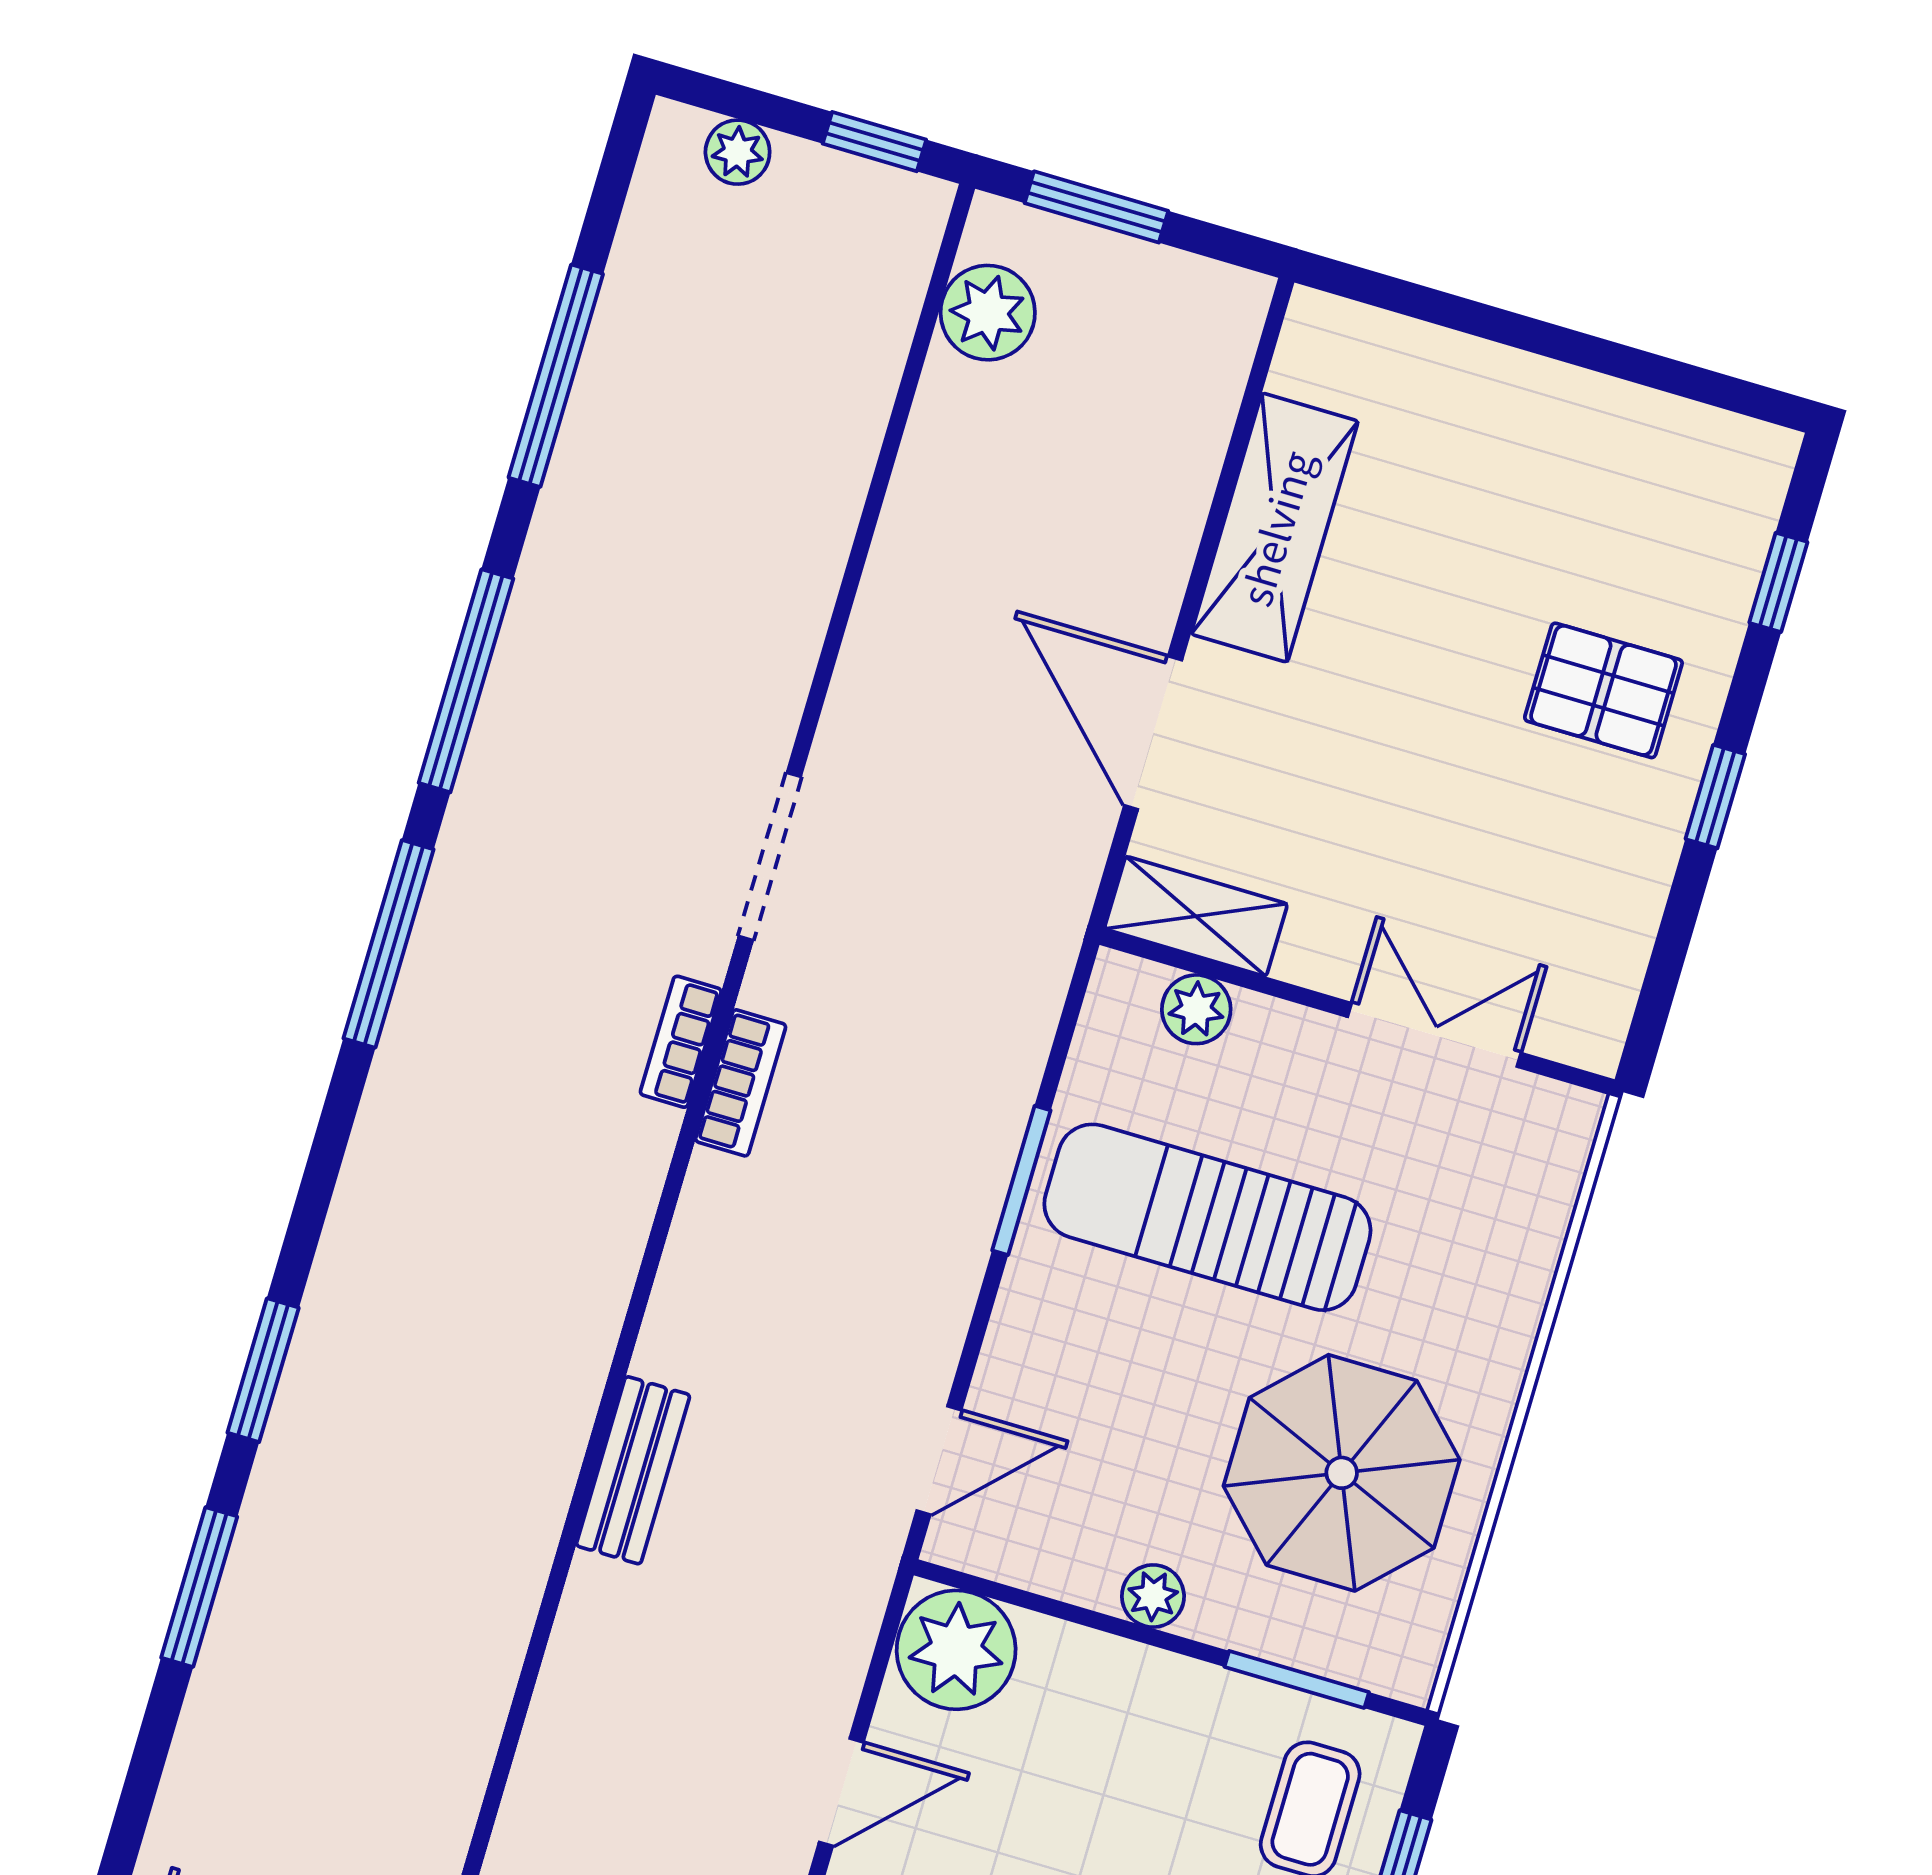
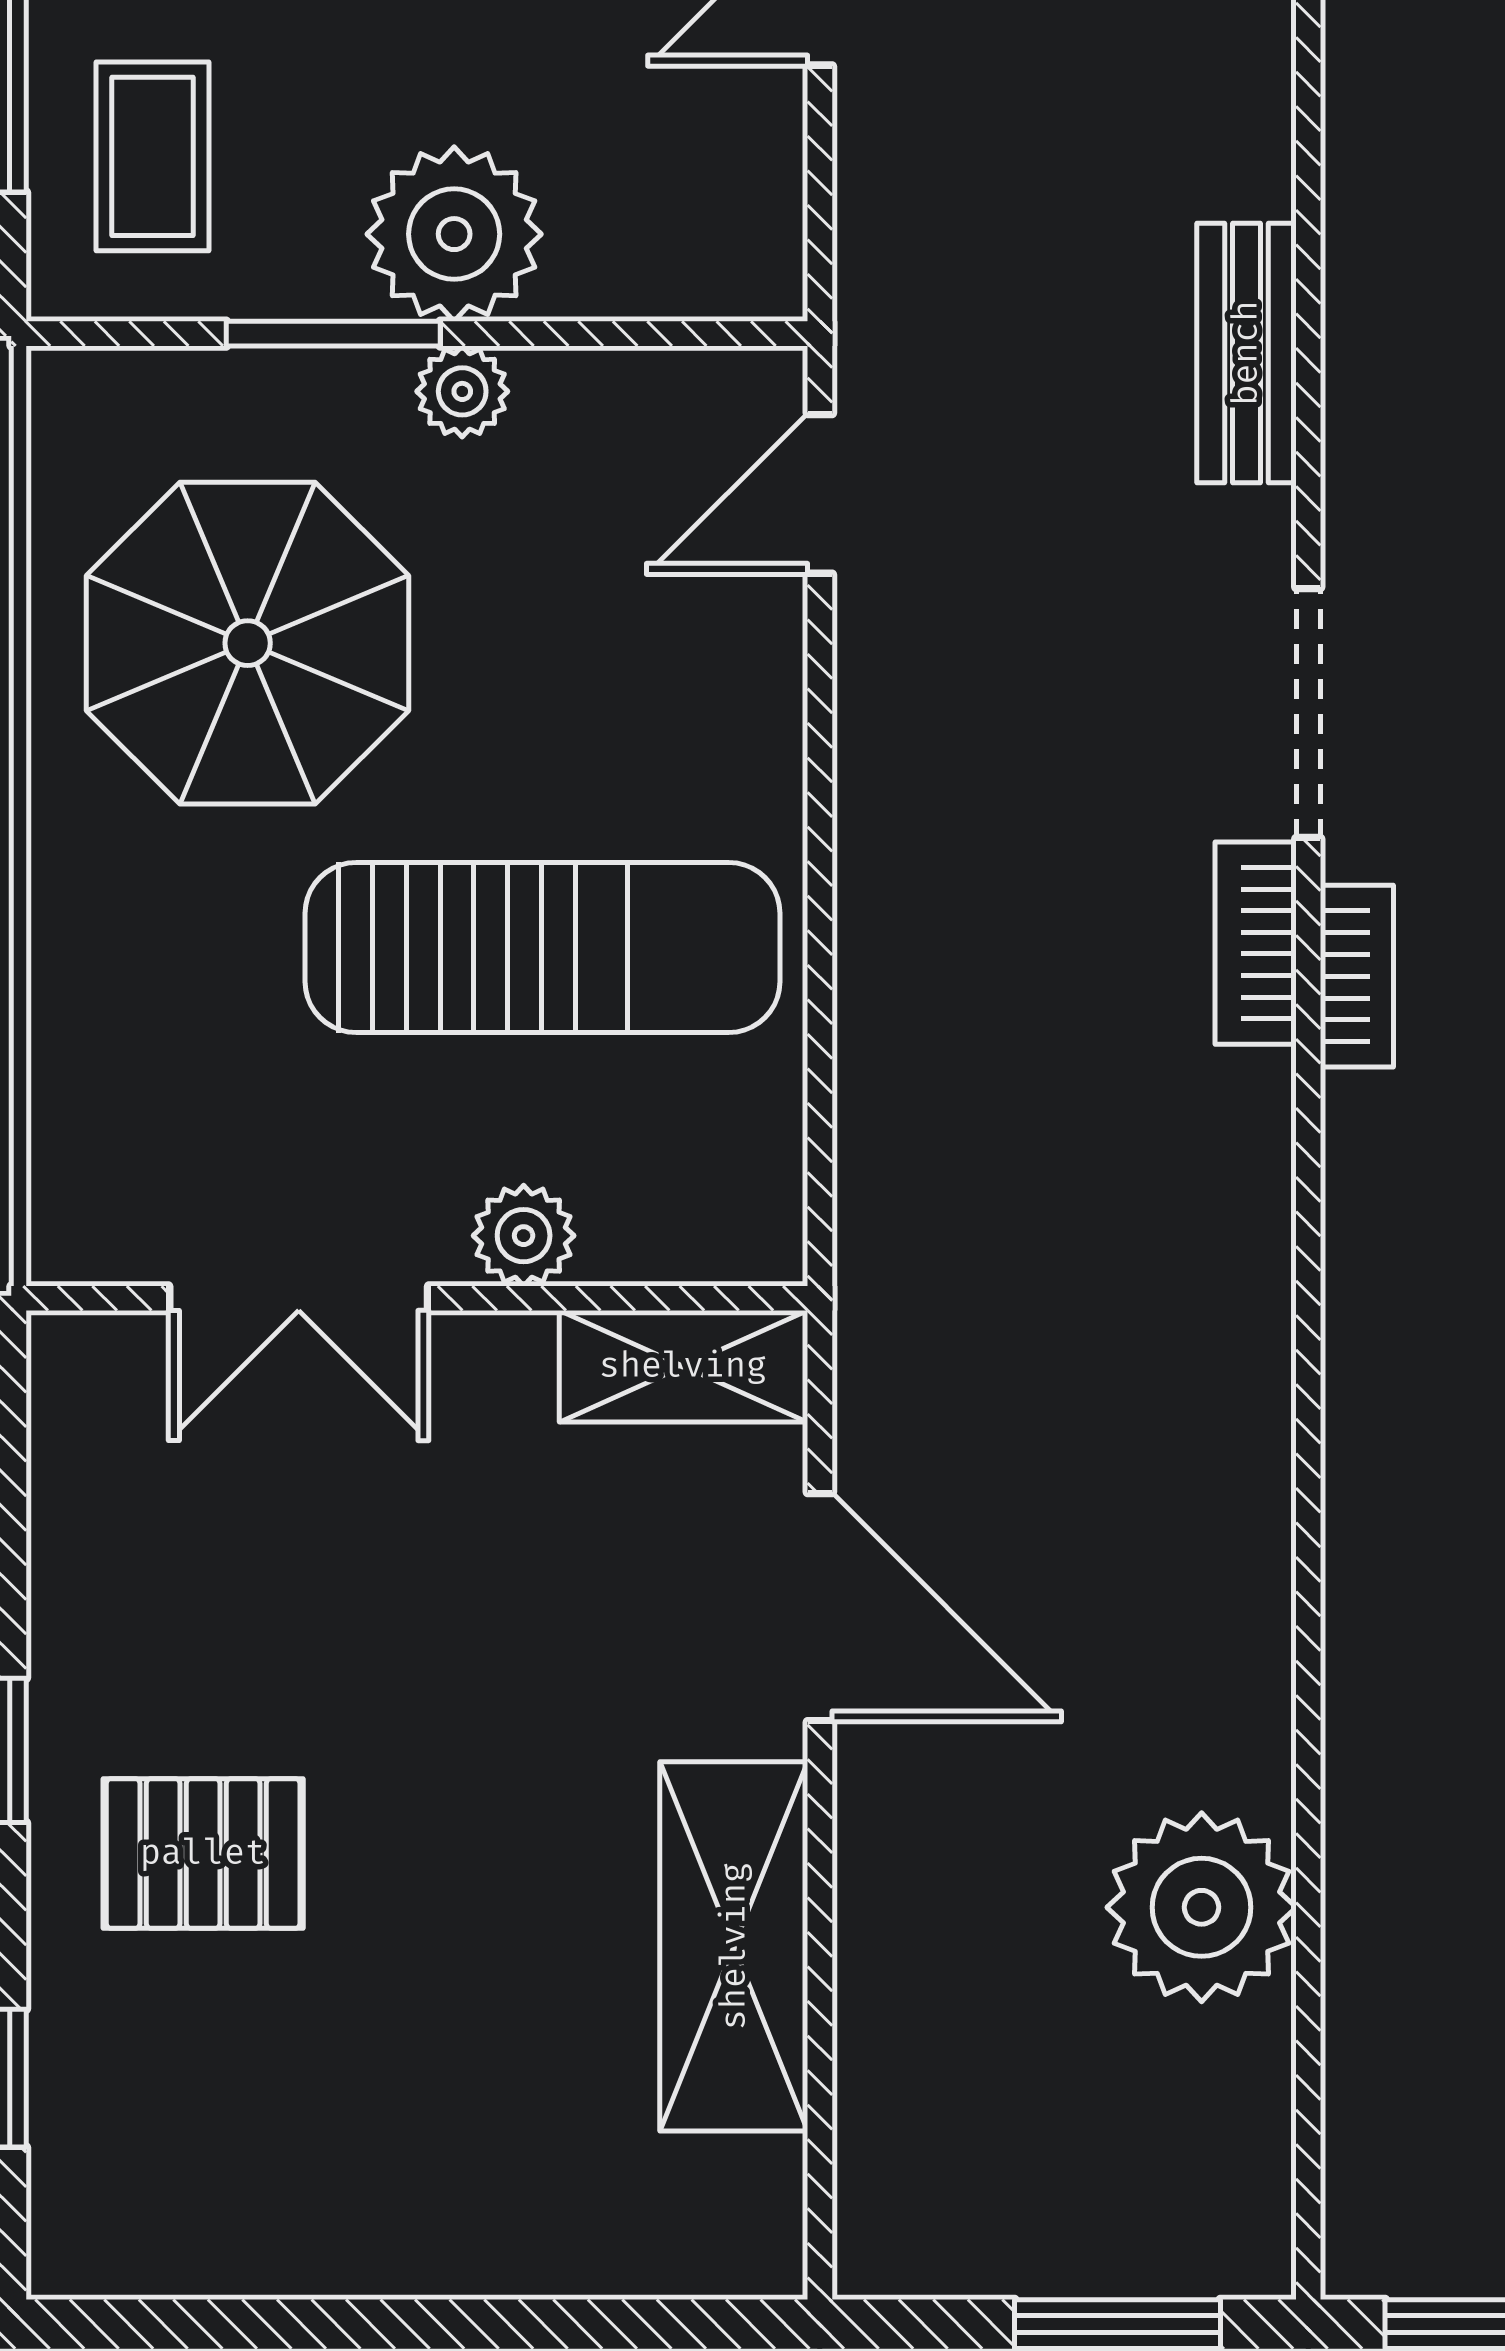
plant: (988, 313) -> (1202, 1907), moved, width x1.36, depth x1.36
doorway: (770, 856) -> (1308, 713), moved
plant: (1196, 1009) -> (524, 1236), moved
window: (1021, 1180) -> (820, 922), removed
plant: (956, 1650) -> (454, 234), moved
window: (1297, 1679) -> (333, 334), moved

